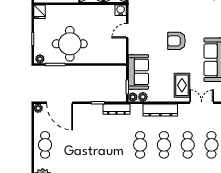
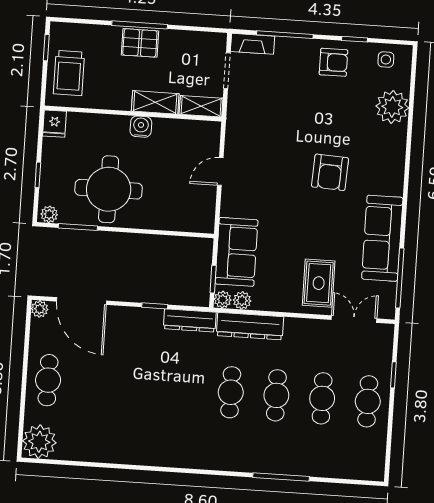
water cooler: (121, 10) -> (141, 127), moved
armchair: (176, 41) -> (330, 172), moved, turned -87
dresser: (160, 110) -> (250, 326), moved

